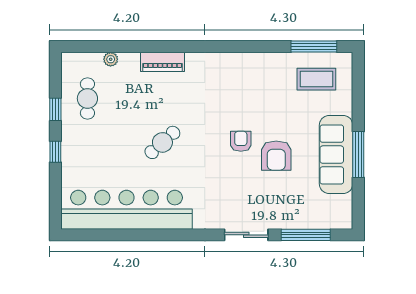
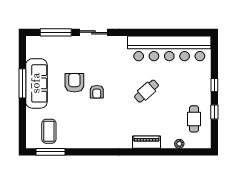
coffee table: (316, 79) -> (49, 131), turned 90

